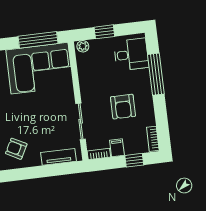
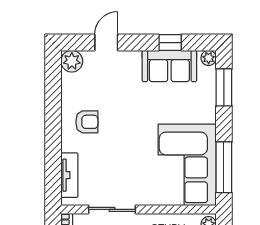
armchair: (16, 149) -> (87, 122), turned 62

